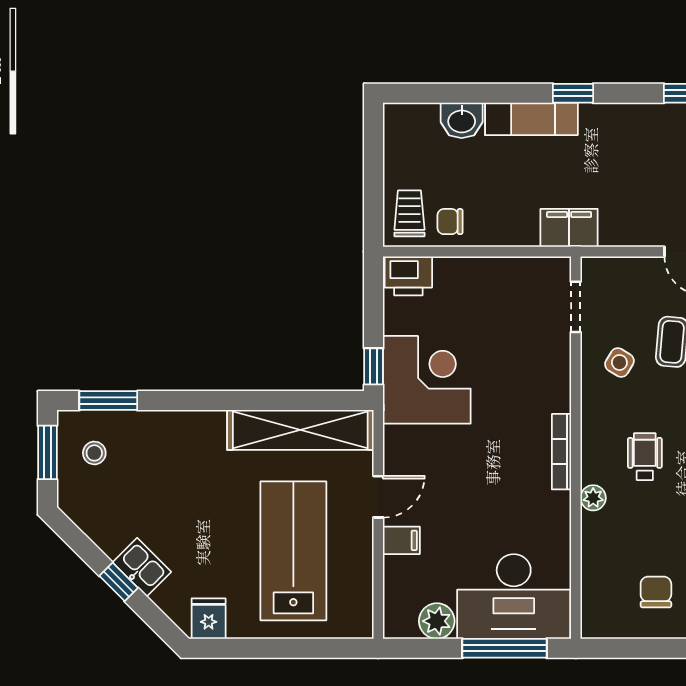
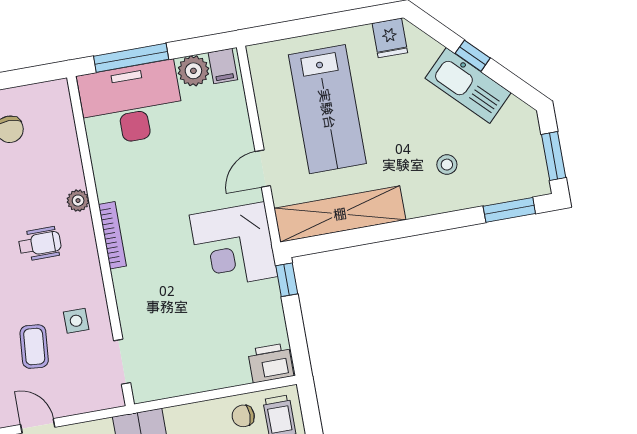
chair: (450, 222) -> (243, 416), turned 180
side table: (619, 363) -> (76, 321), turned -31
corner desk: (427, 380) -> (233, 246), moved
stool: (94, 453) -> (447, 165), moved
wheelchair: (645, 457) -> (40, 244), turned -90
filing cabinet: (401, 540) -> (223, 66), moved, turned -90
kitchen sink: (142, 567) -> (468, 86), width x1.88, depth x1.24

